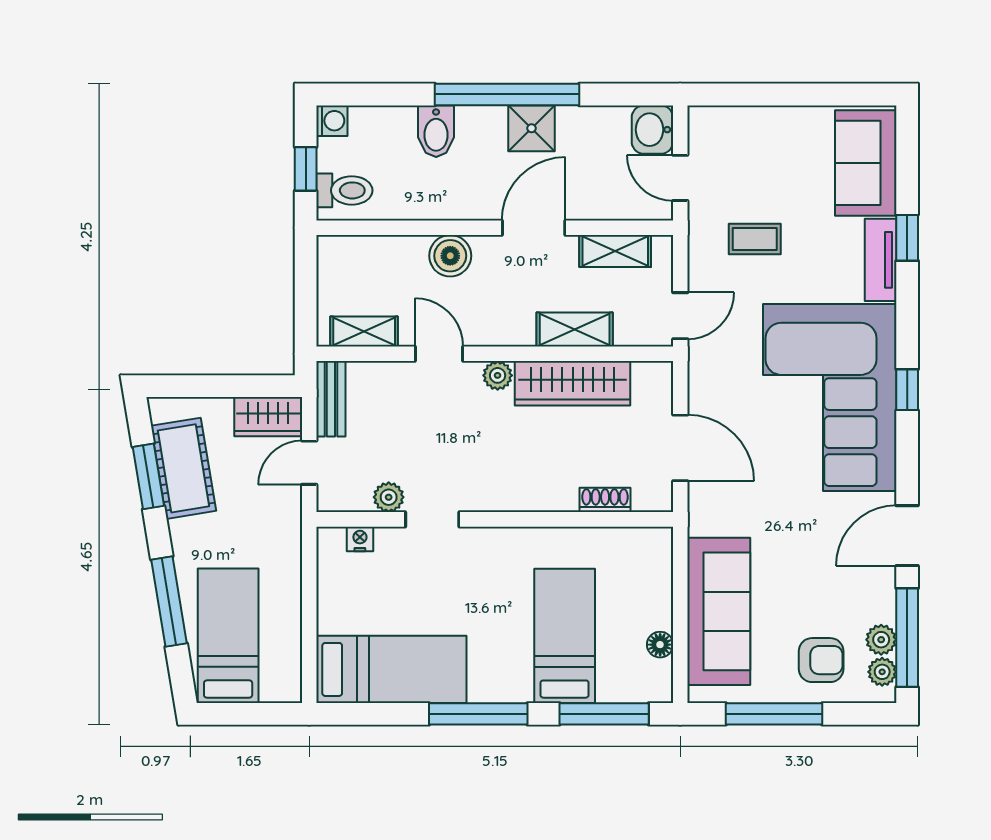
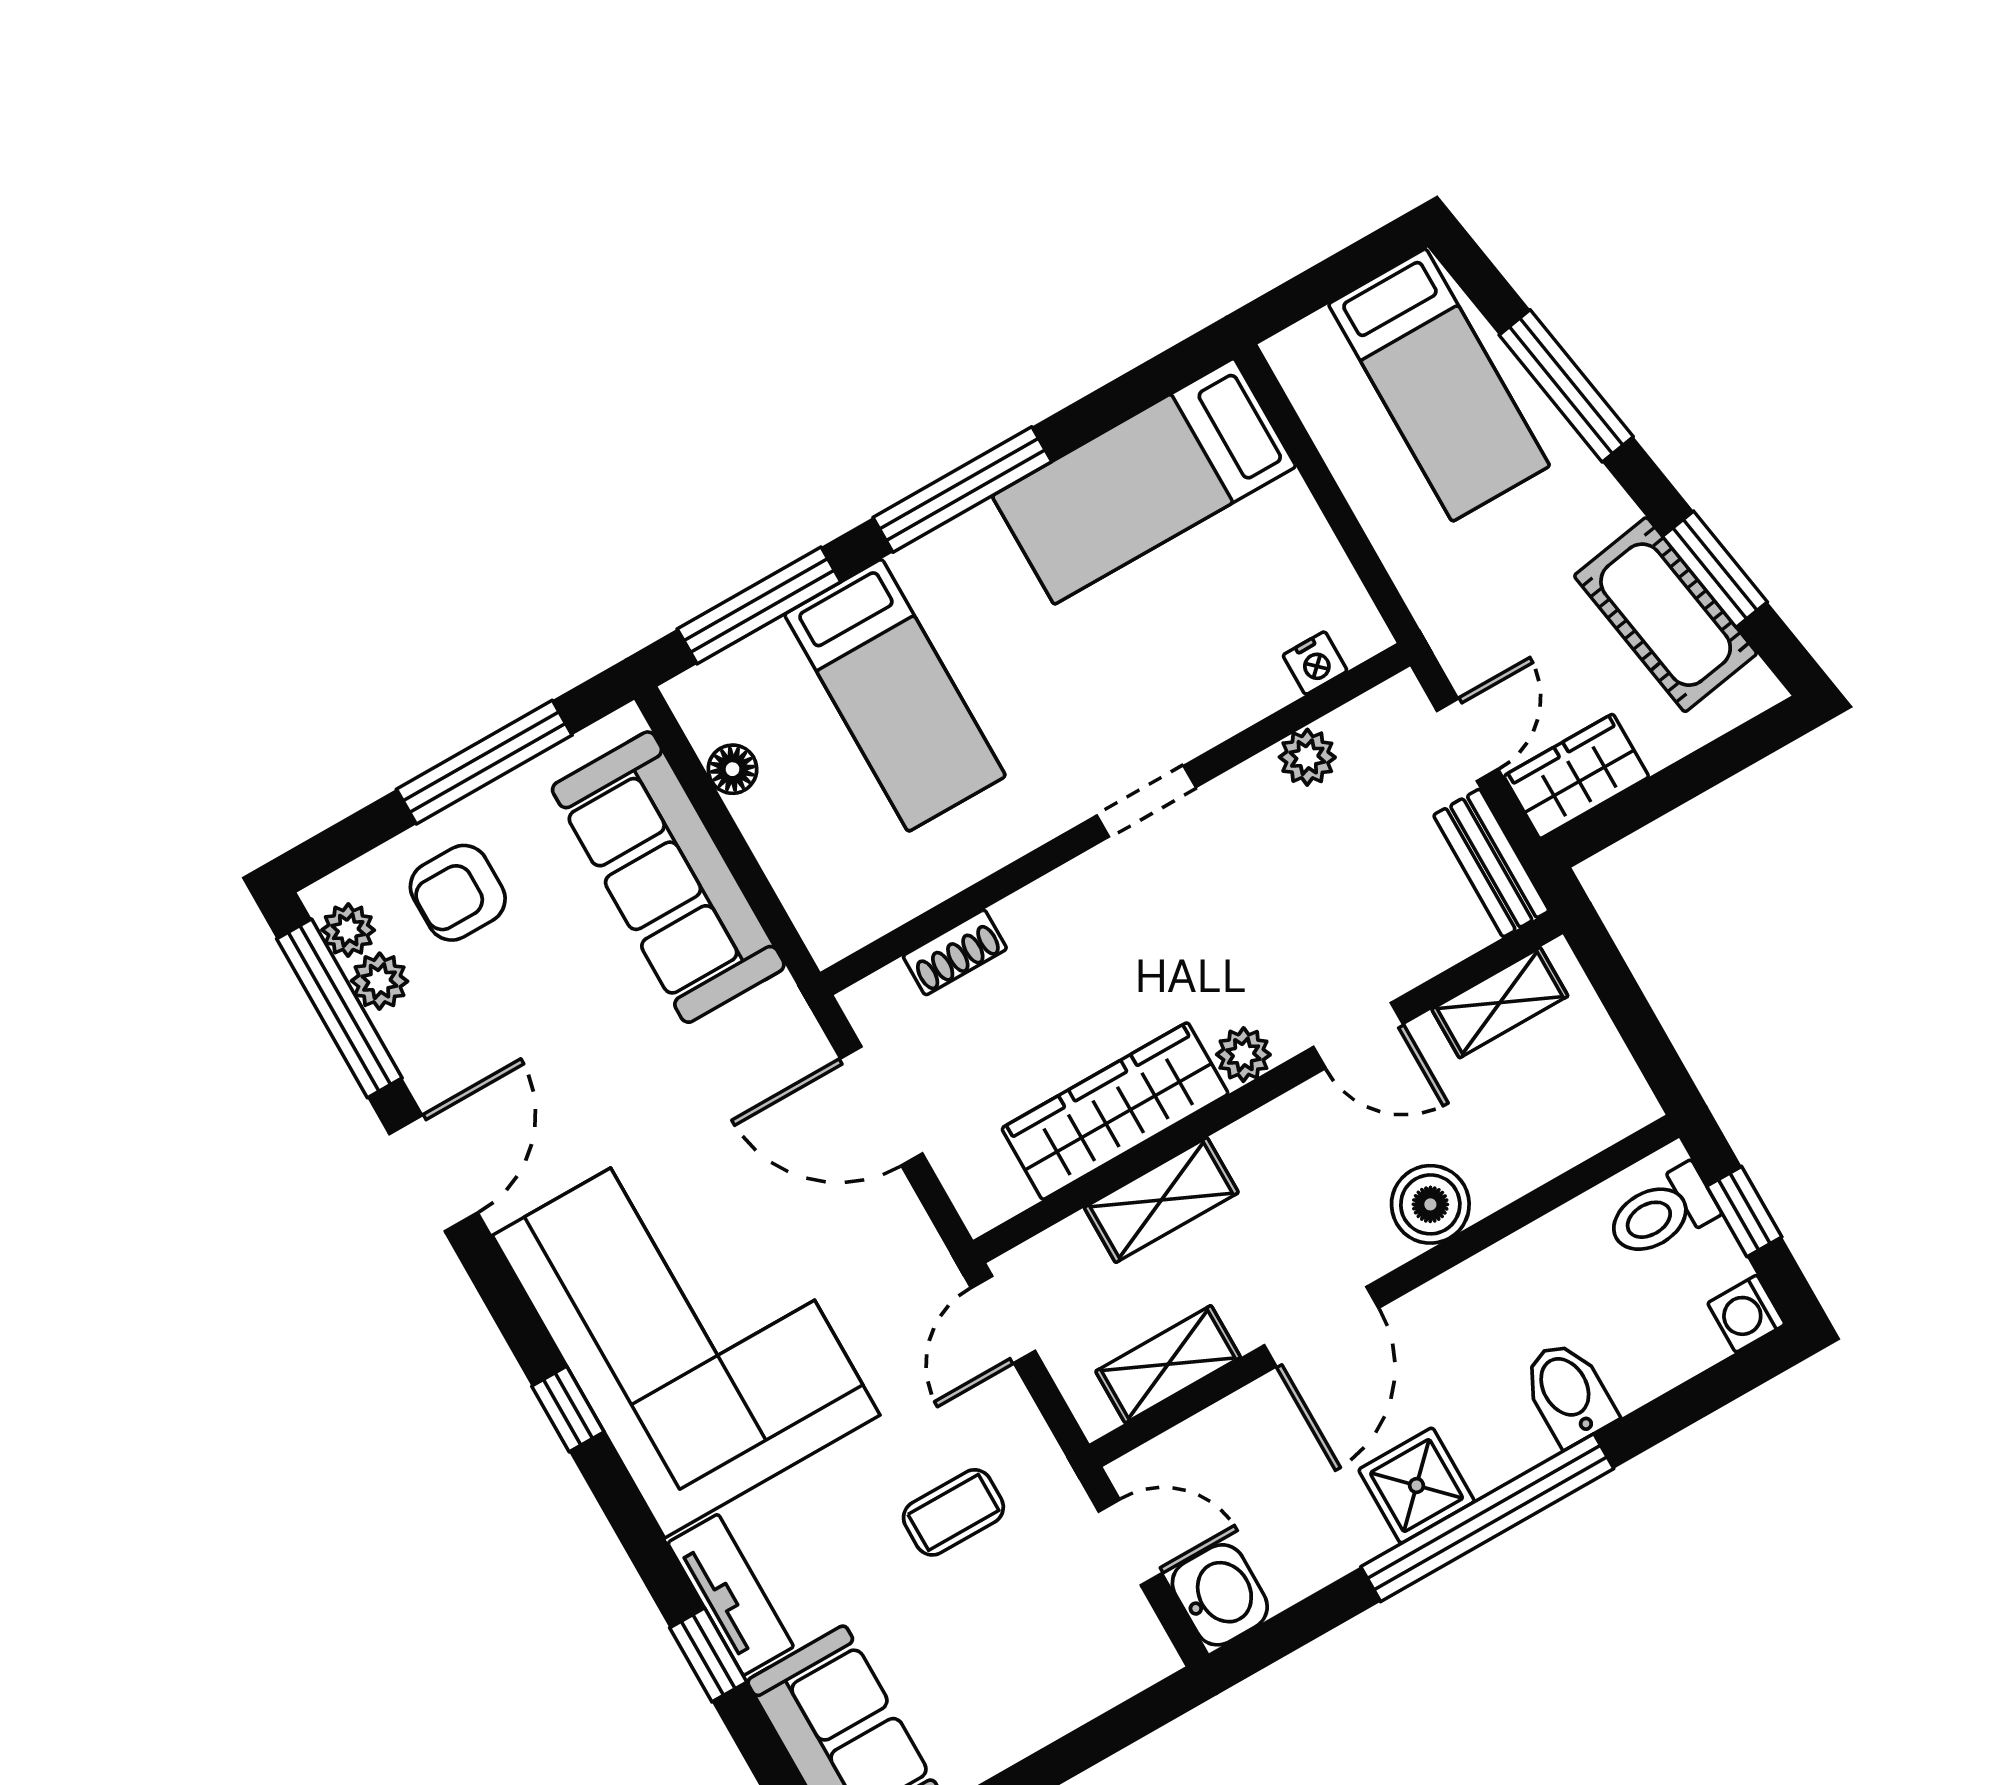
doorway: (432, 519) -> (1146, 801), moved

